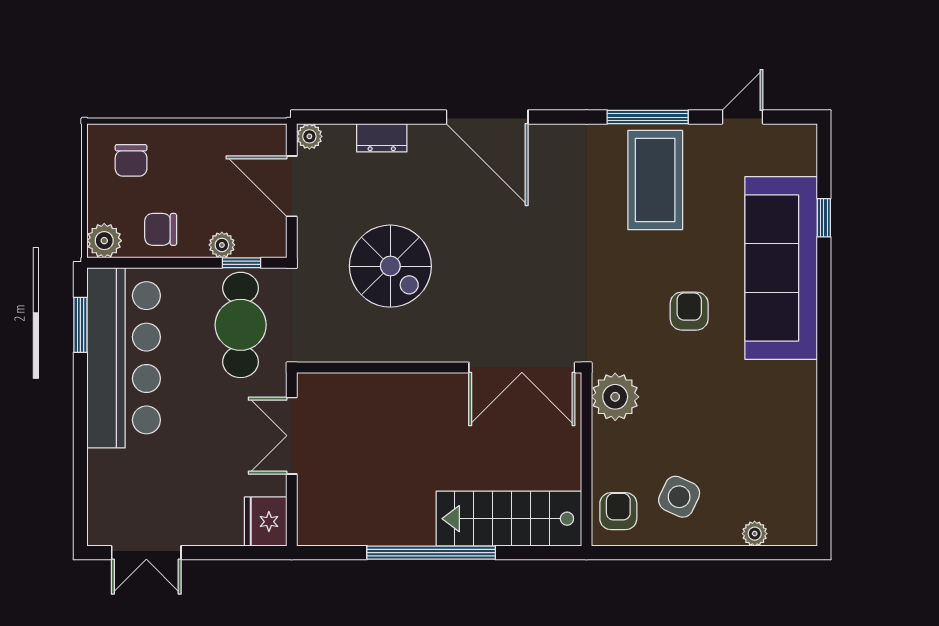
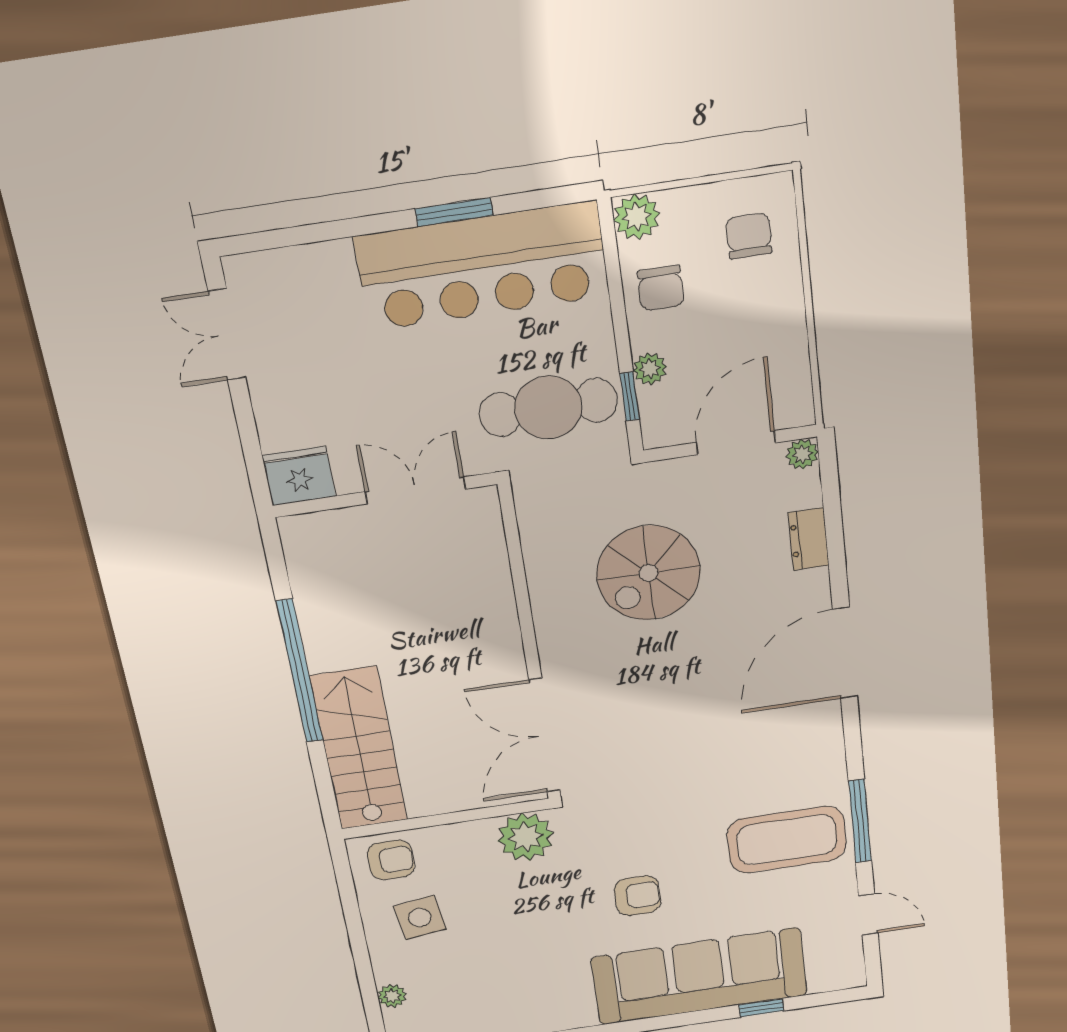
chair: (131, 160) -> (749, 236), turned 90
chair: (161, 229) -> (661, 288), turned 180
window: (80, 325) -> (454, 212), moved
side table: (679, 497) -> (420, 918), turned -33

